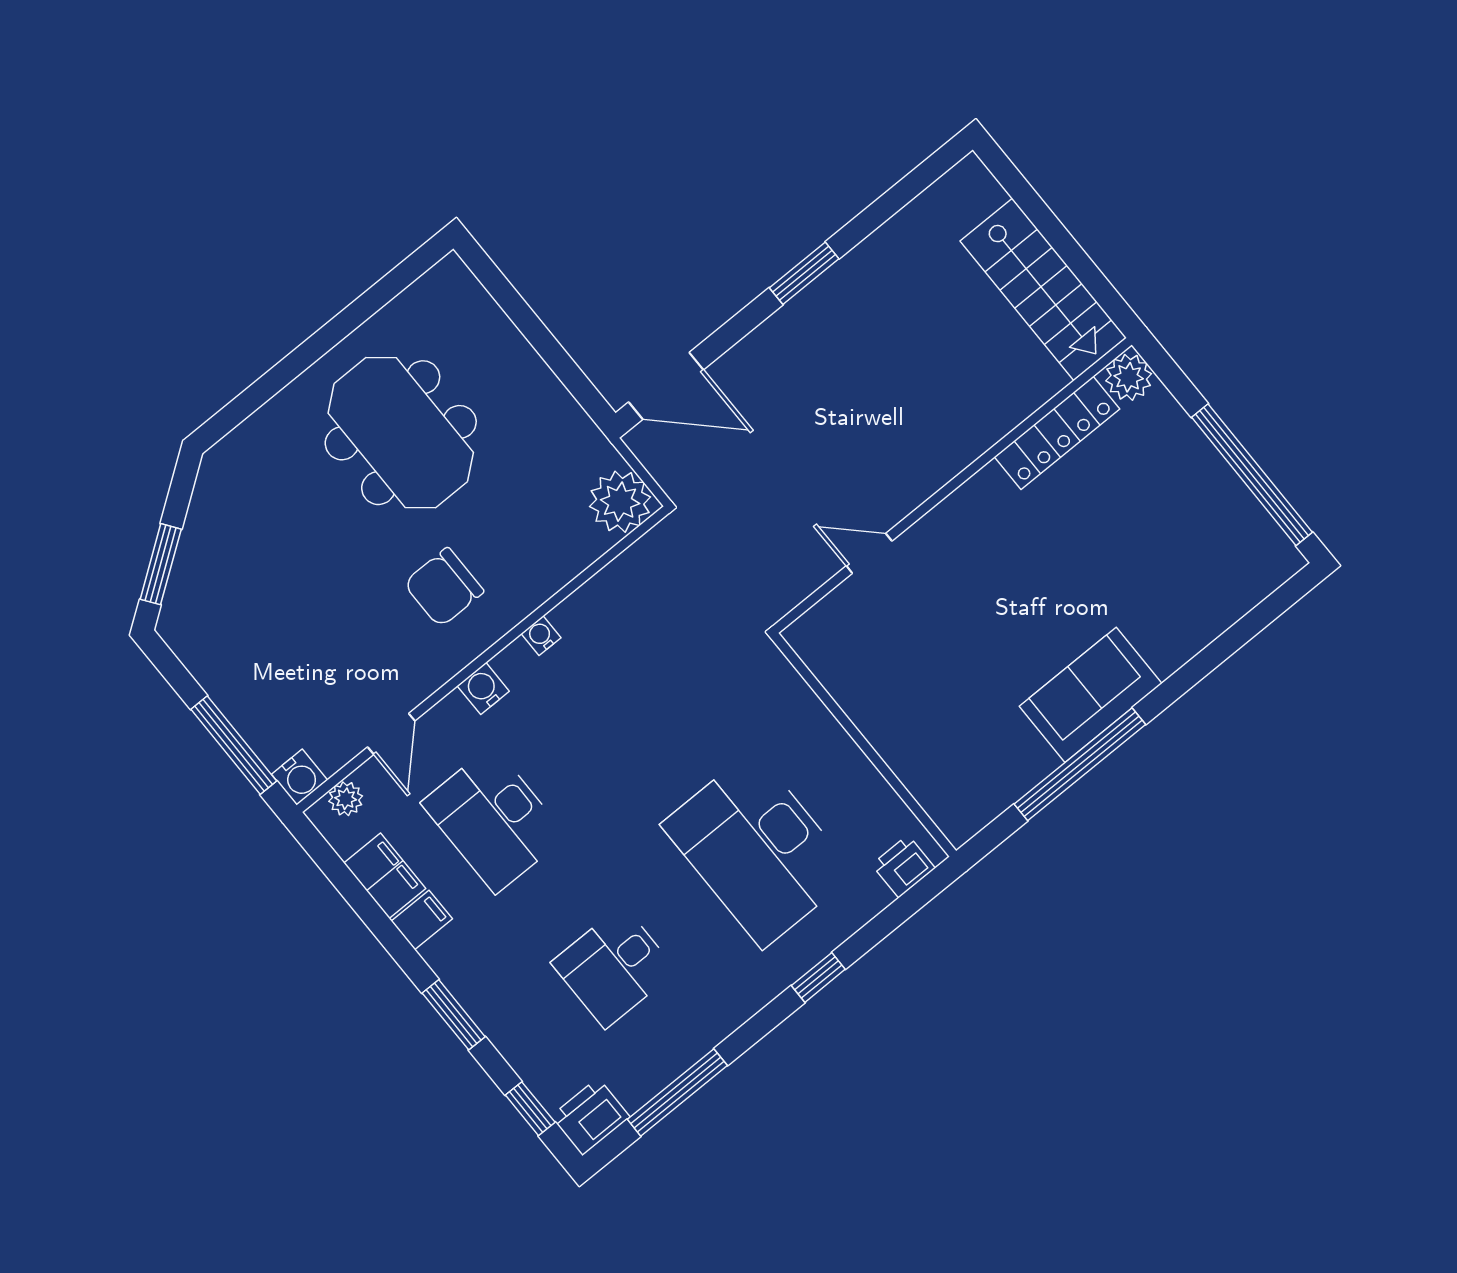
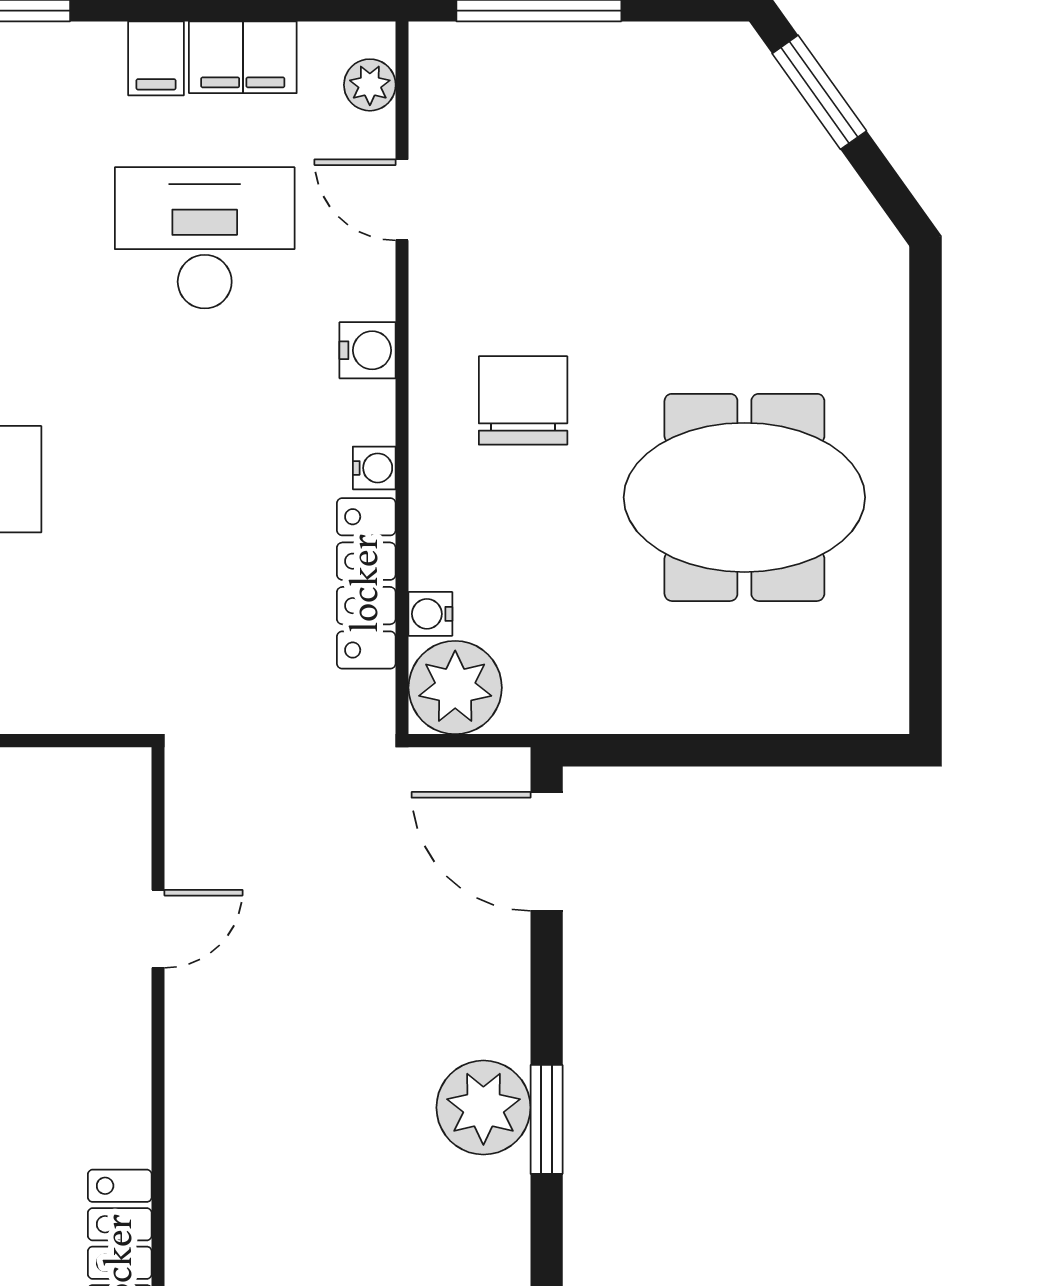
plant: (824, 311) -> (483, 1108), added
door: (666, 386) -> (547, 851), hinge flipped
locker: (604, 591) -> (366, 583), added
water cooler: (300, 777) -> (430, 614), moved, width x0.72, depth x0.72

